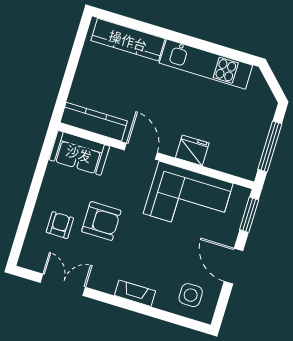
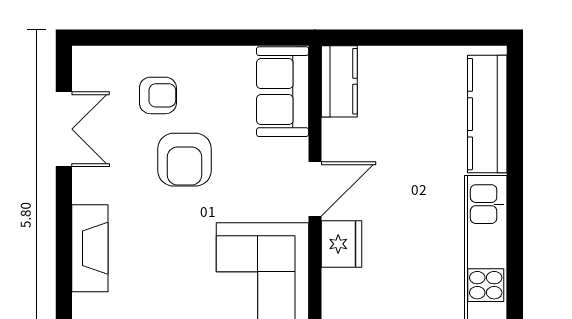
kitchen counter: (94, 122) -> (339, 81), width x0.67
fridge: (192, 150) -> (341, 244), moved
fireplace: (135, 293) -> (90, 248), width x1.37, depth x1.32

